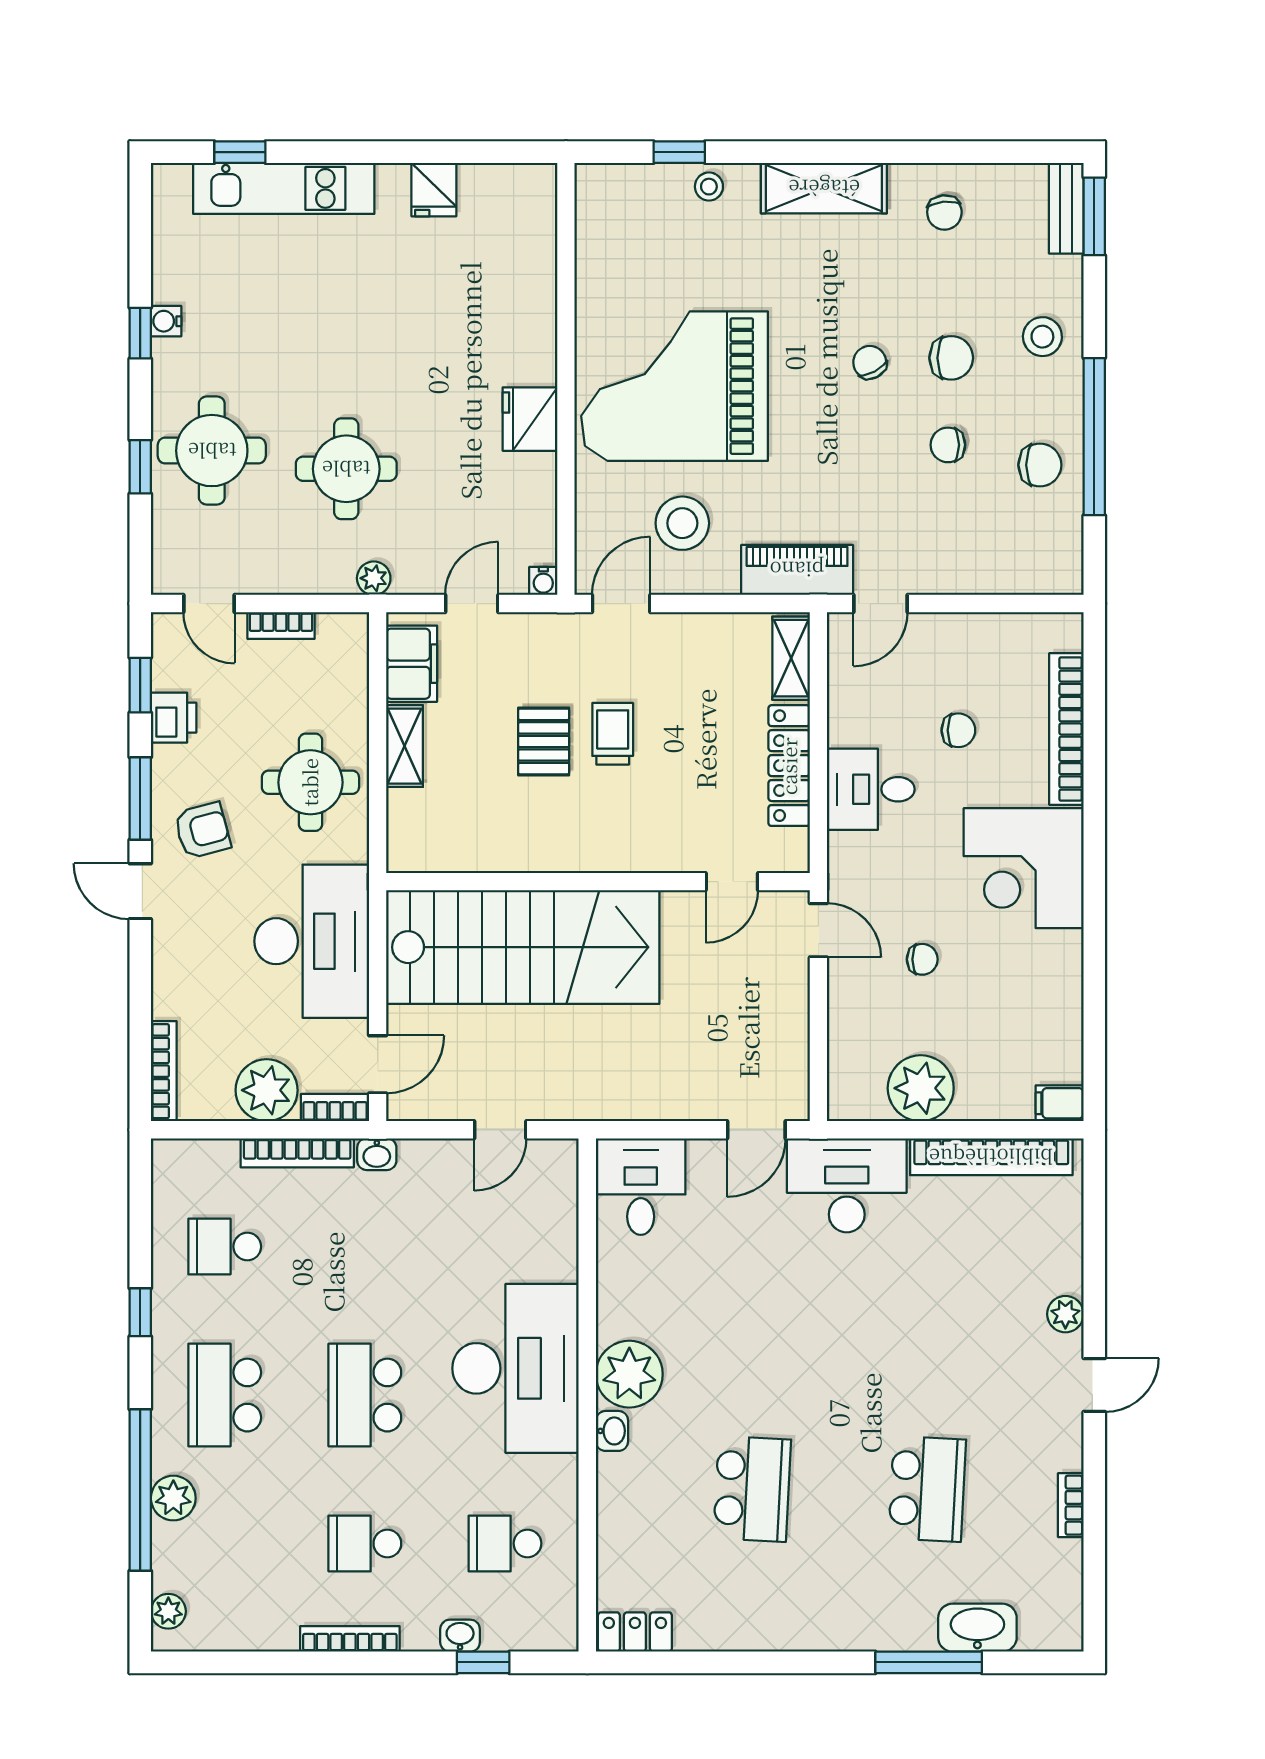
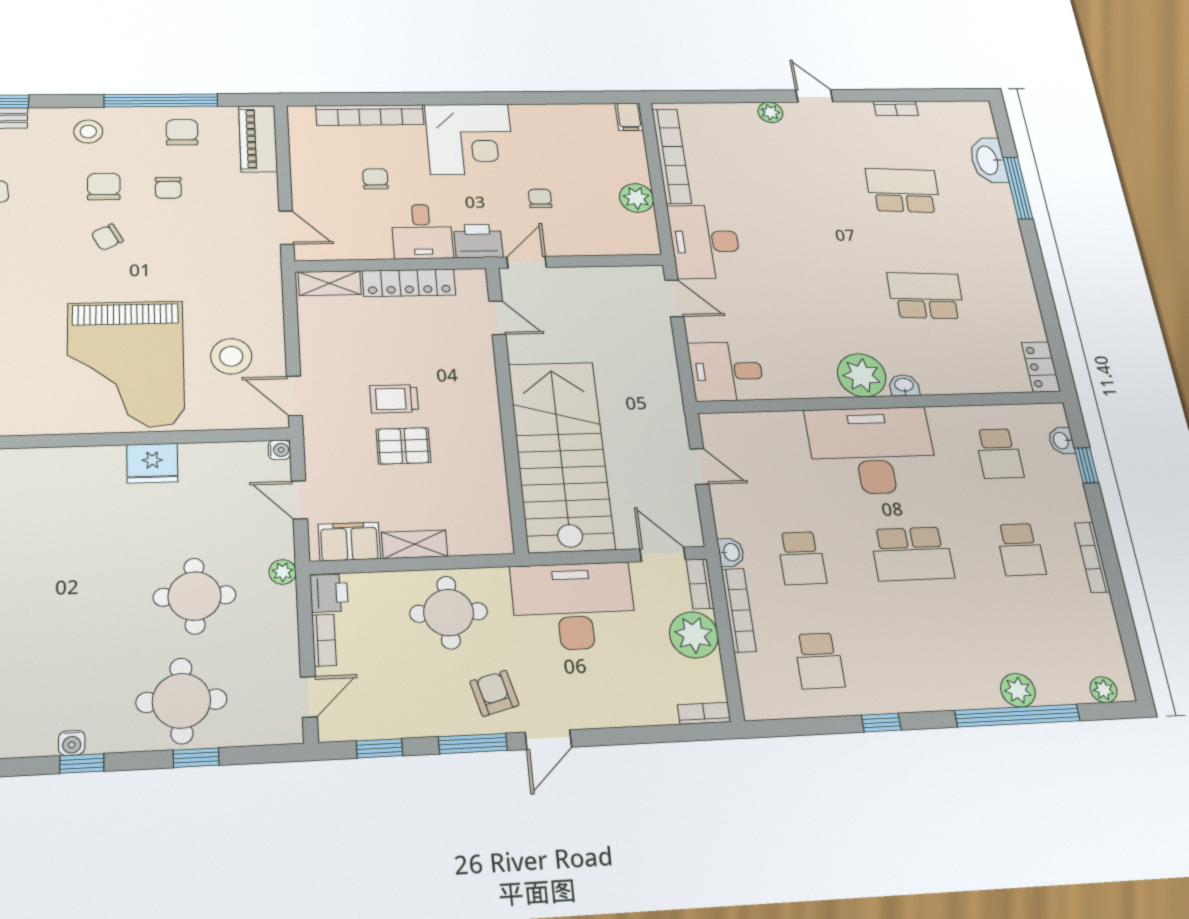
piano: (797, 570) -> (258, 139), moved
printer: (174, 718) -> (329, 593), moved, turned 90
printer: (854, 866) -> (478, 241), added
bookcase: (164, 1071) -> (704, 713), width x0.64
plant: (921, 1088) -> (636, 198), width x0.73, depth x0.73
school desk: (225, 1395) -> (802, 558), moved, width x0.54
washbasin: (460, 1636) -> (1061, 441), moved

